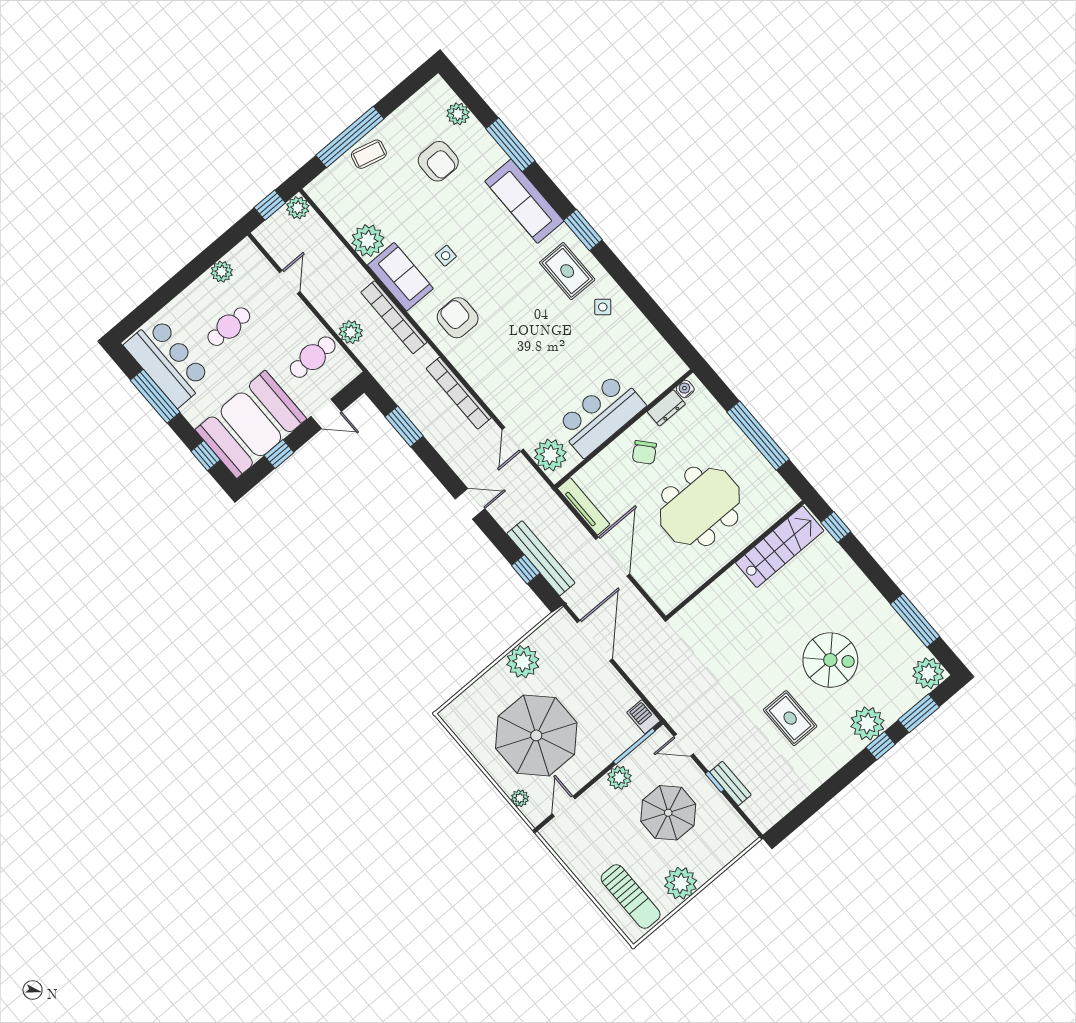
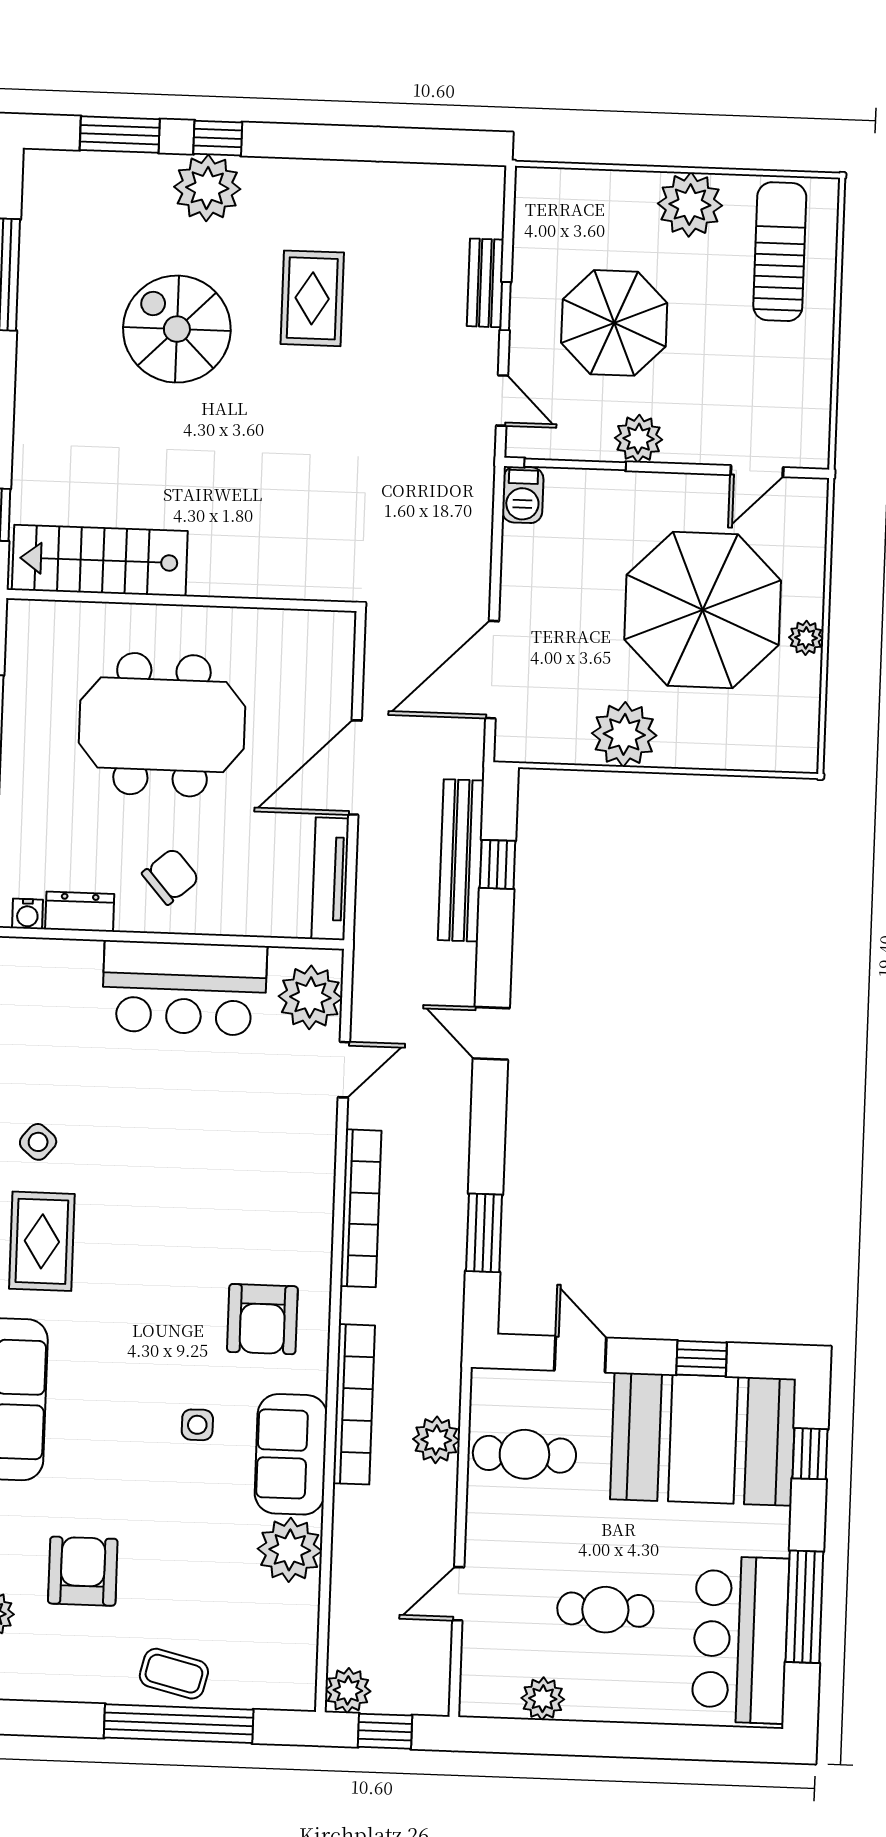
plant: (928, 673) -> (53, 180), removed
plant: (520, 798) -> (806, 638), moved

